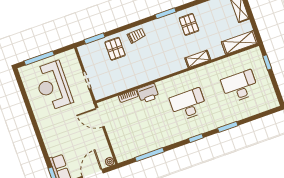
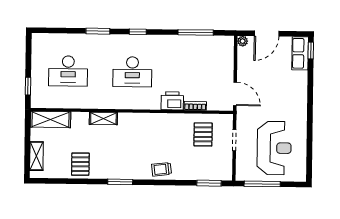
pallet: (189, 24) -> (80, 164), moved
pallet: (115, 49) -> (203, 134), moved
window: (39, 58) -> (262, 184), moved

